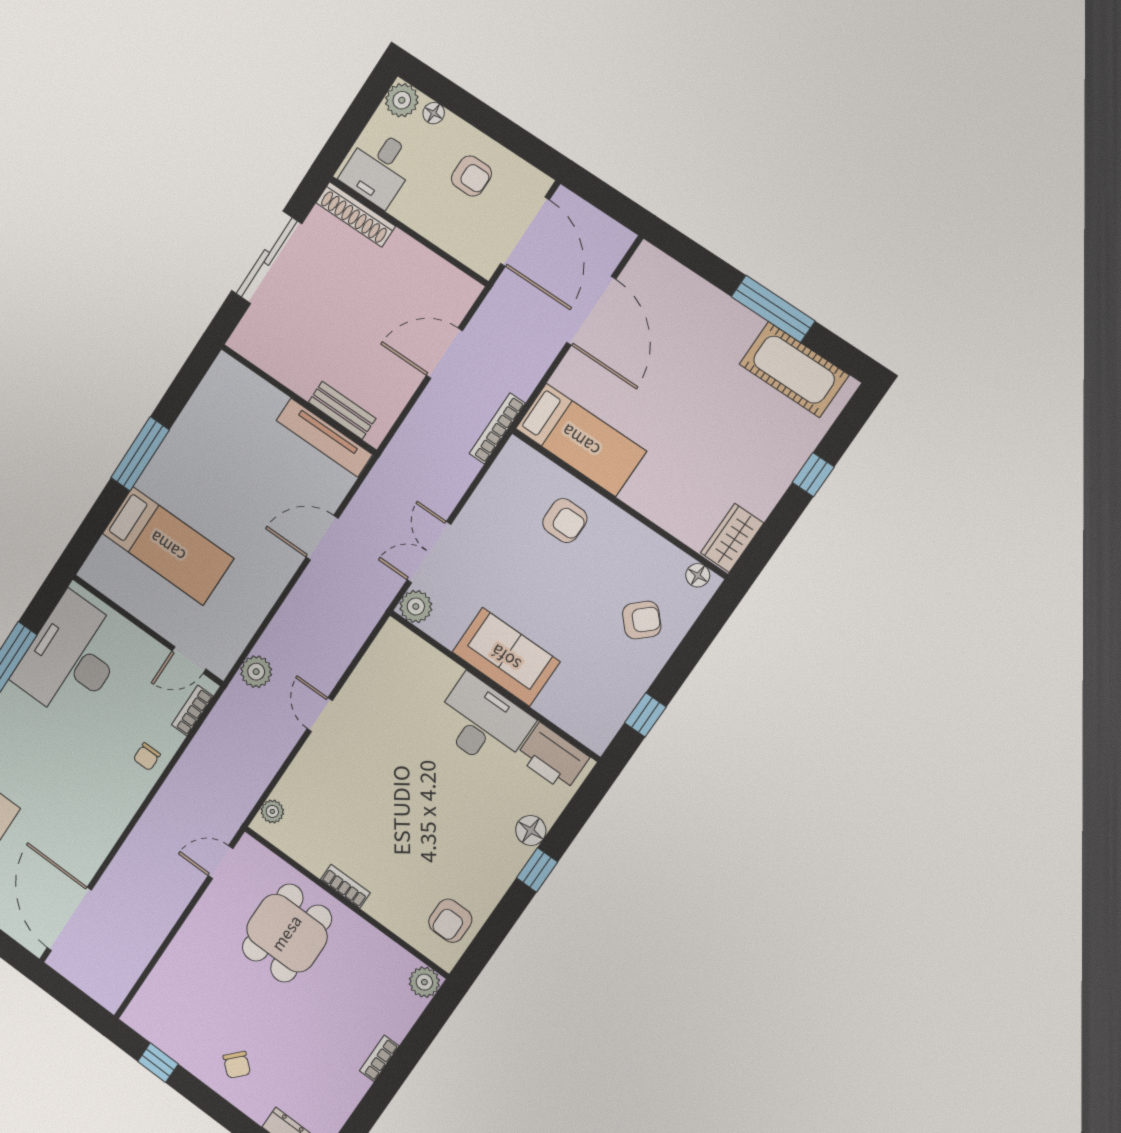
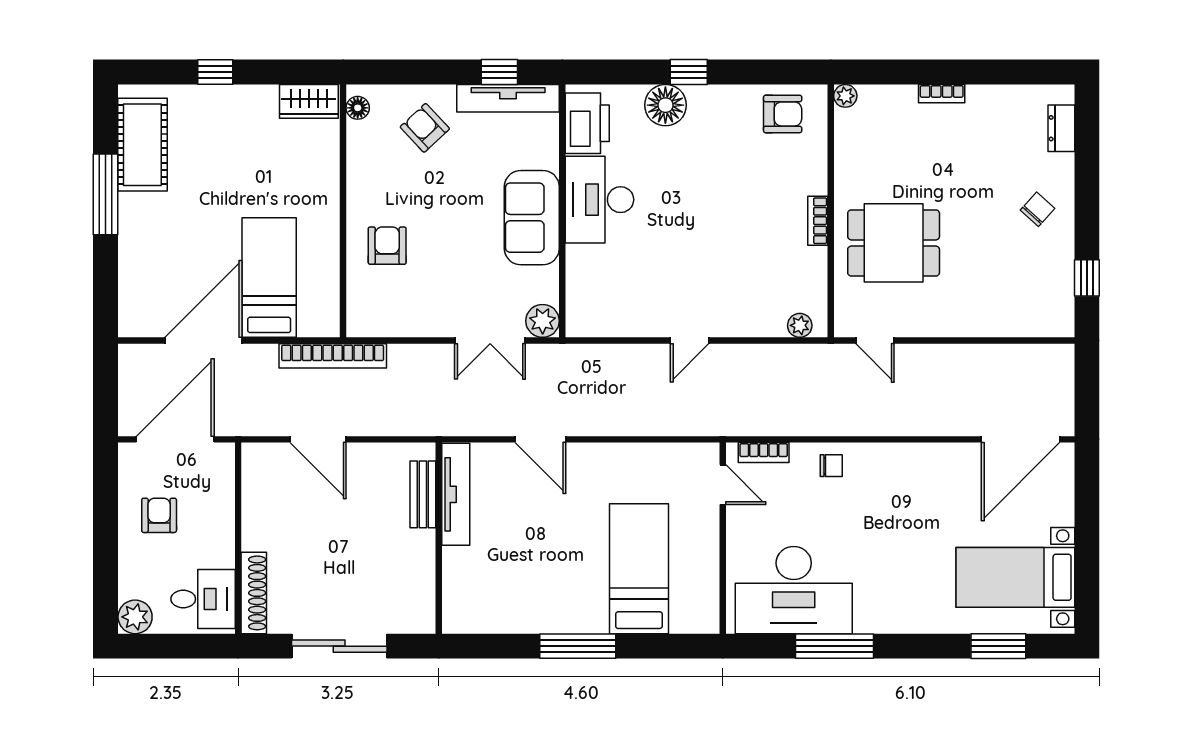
floor lamp: (434, 113) -> (128, 582), removed
bookcase: (497, 428) -> (333, 356), width x1.48, depth x1.31
bed: (581, 440) -> (269, 278), moved
plant: (256, 672) -> (692, 420), removed
tv unit: (618, 707) -> (508, 98), added
floor lamp: (531, 830) -> (665, 105), width x1.38, depth x1.38
plant: (424, 982) -> (845, 96), width x0.73, depth x0.73

